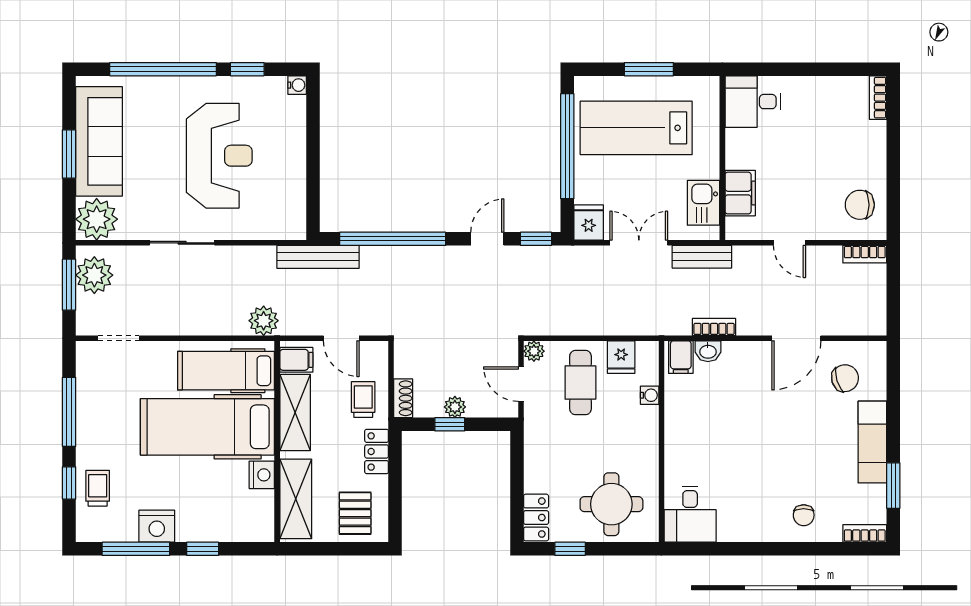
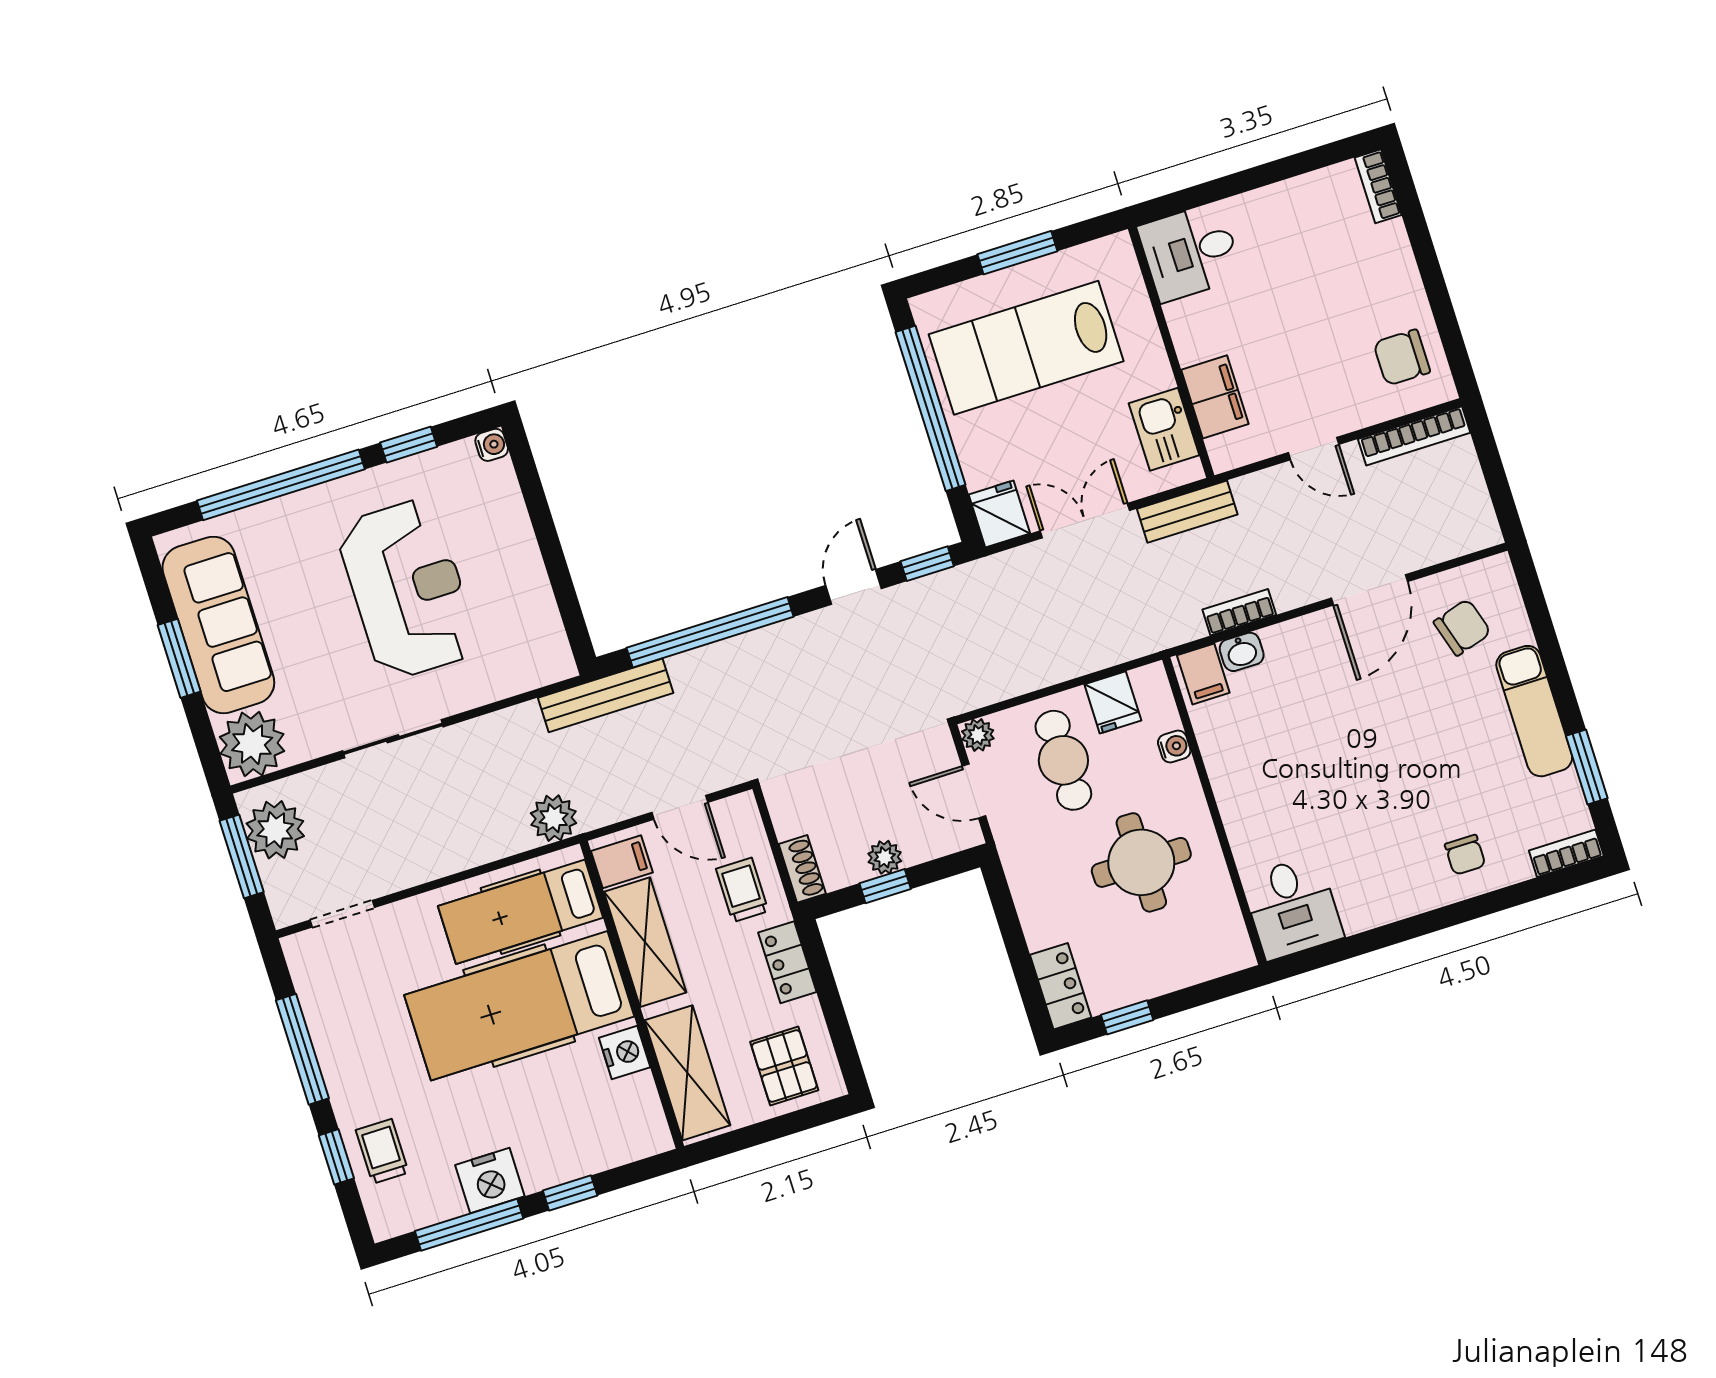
bookcase: (865, 254) -> (1414, 436), width x1.56
round table: (611, 504) -> (1141, 862), moved

